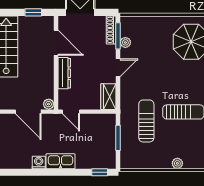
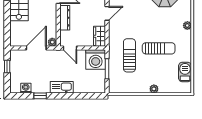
door: (28, 112) -> (36, 48), swing flipped
washing machine: (103, 126) -> (96, 59), added
washing machine: (39, 162) -> (26, 88), moved
window: (100, 172) -> (40, 96), moved

